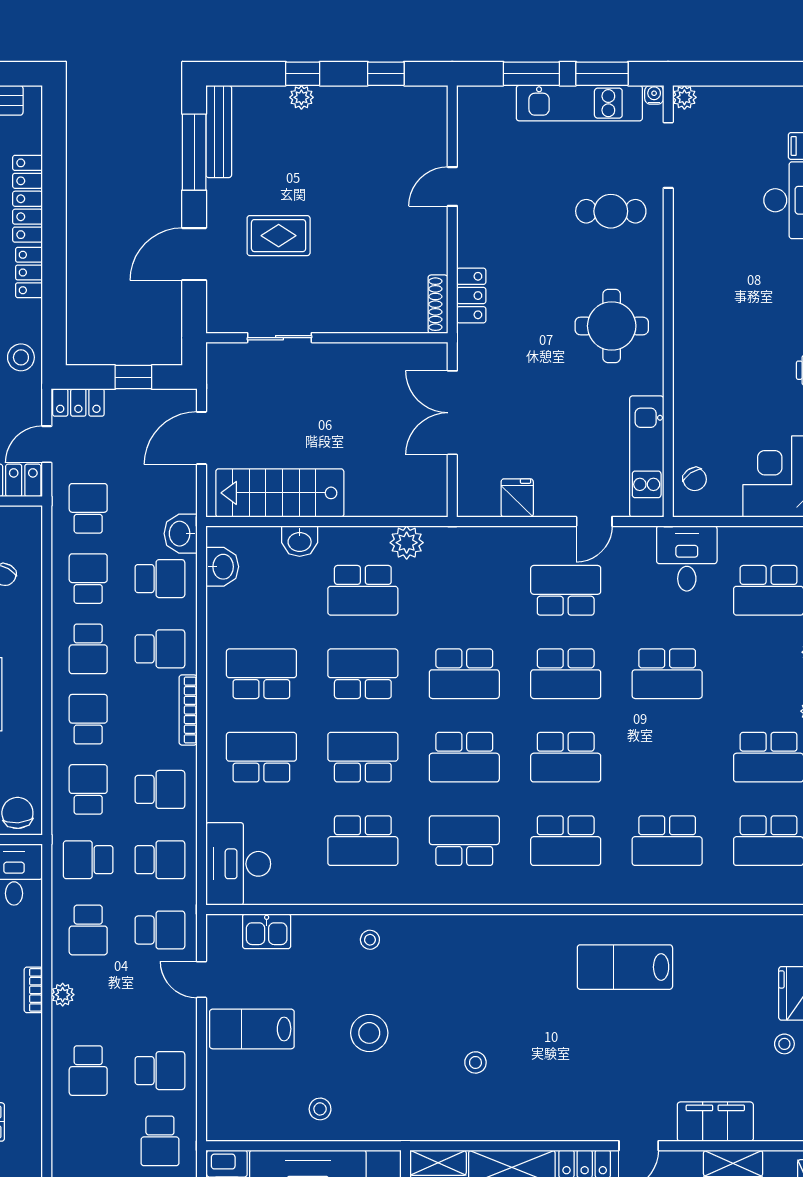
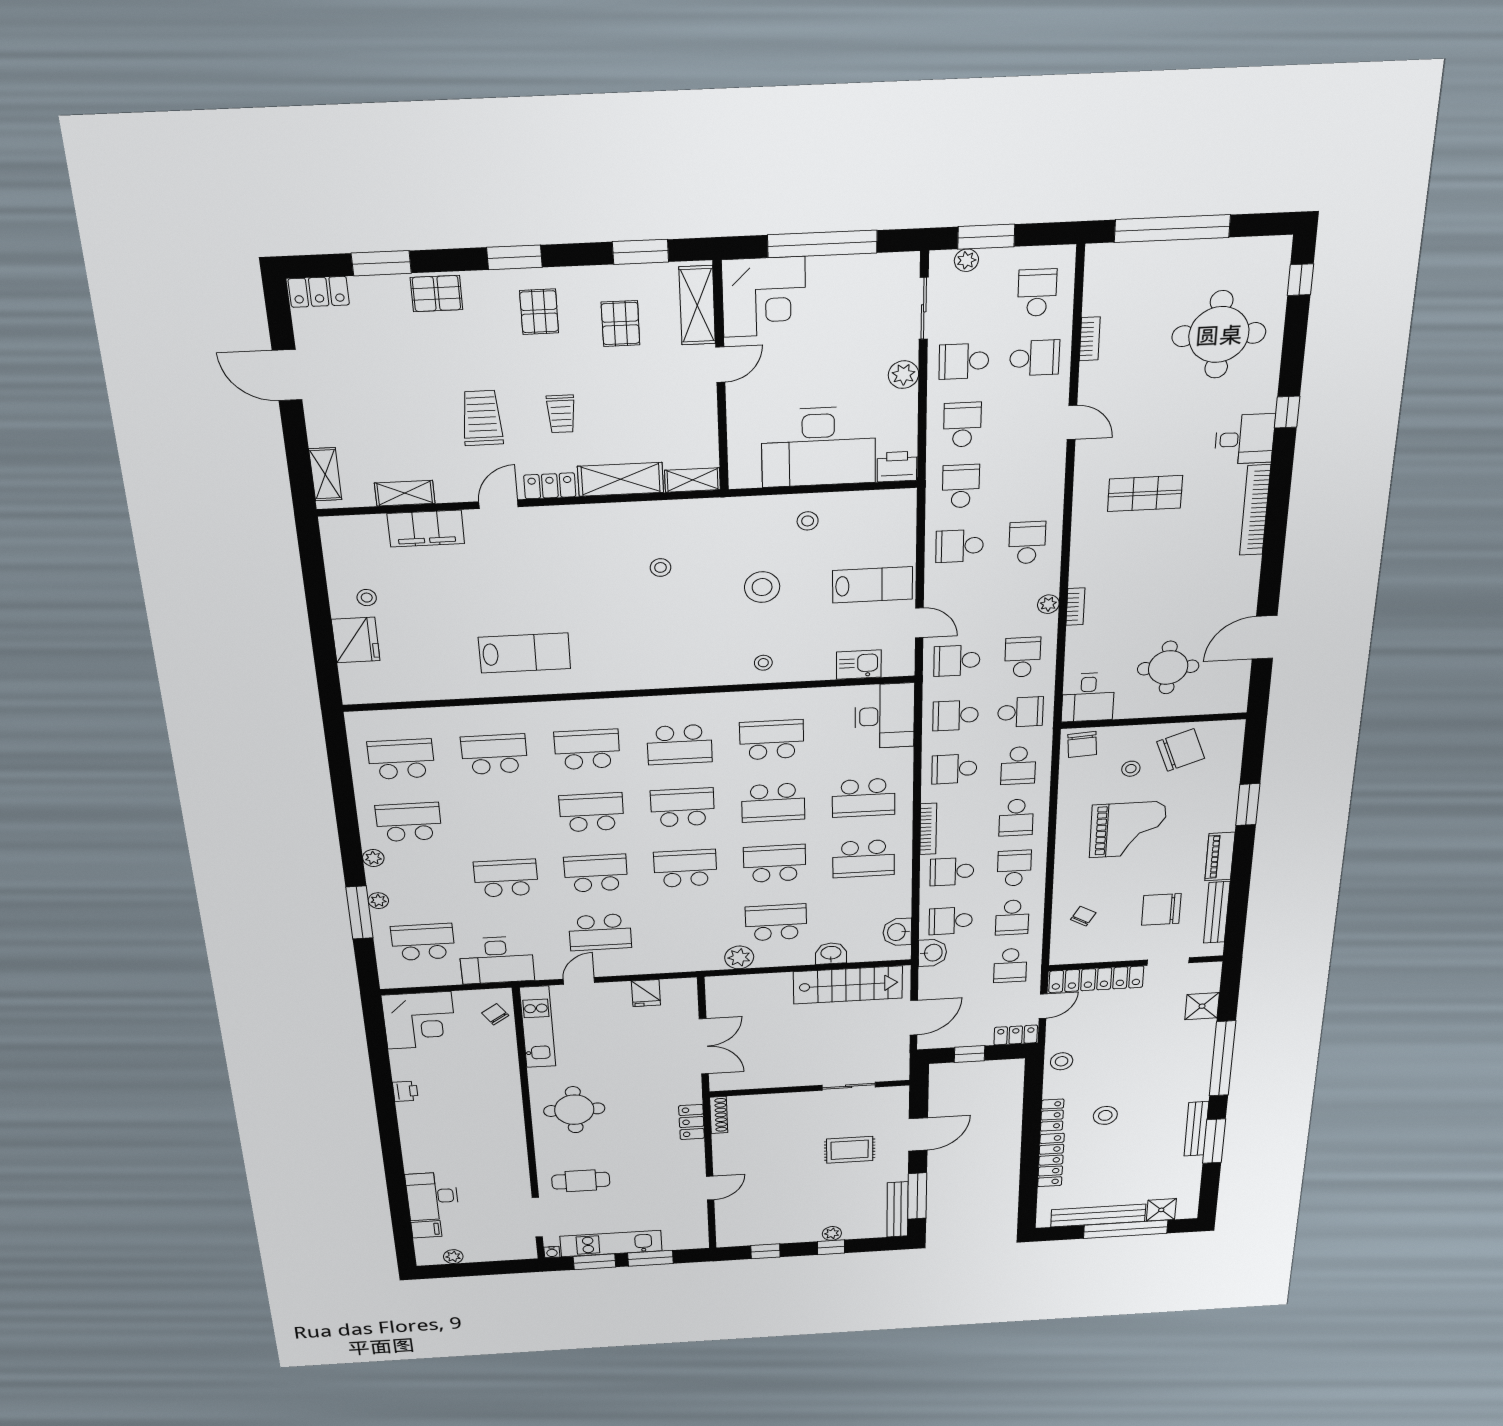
plant: (684, 97) -> (453, 1257), moved
desk: (687, 558) -> (497, 960), width x1.37
school desk: (363, 674) -> (775, 863), turned 180

